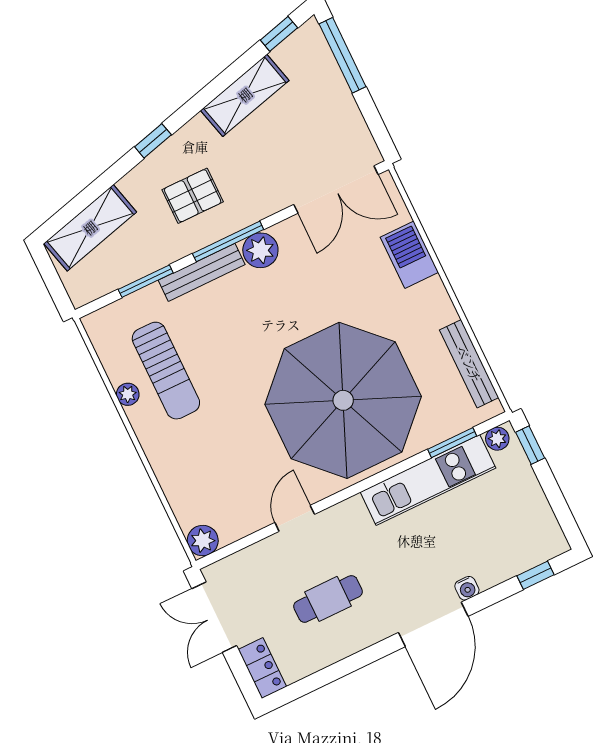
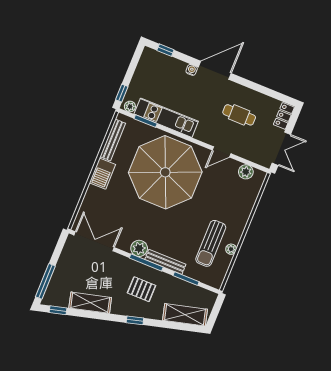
barbecue: (409, 255) -> (102, 174), moved
sun lounger: (166, 371) -> (211, 243), turned 180
plant: (203, 541) -> (246, 172), moved

